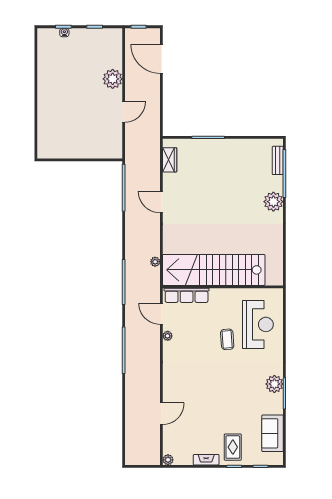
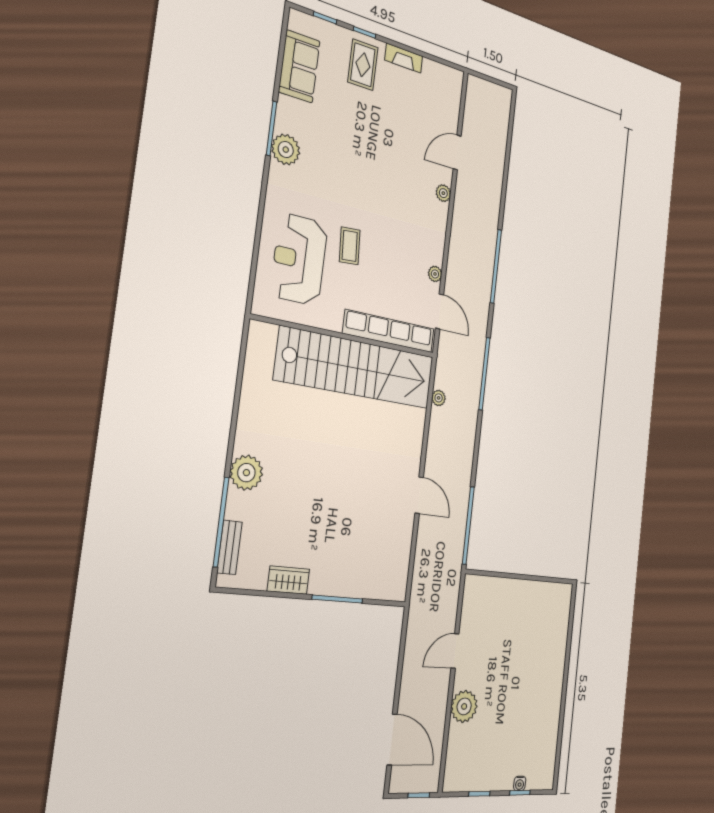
wardrobe: (170, 160) -> (288, 580), moved, turned 90
row of seats: (187, 295) -> (389, 331), width x1.36
plant: (168, 460) -> (443, 193), moved

